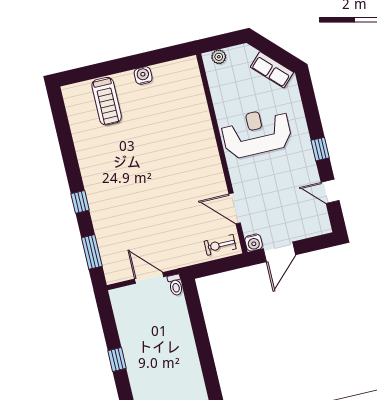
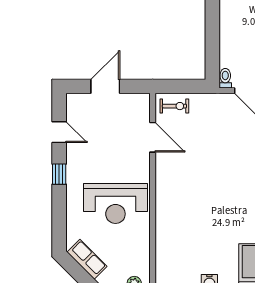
water cooler: (254, 243) -> (142, 101), removed
door: (279, 252) -> (105, 86), moved

